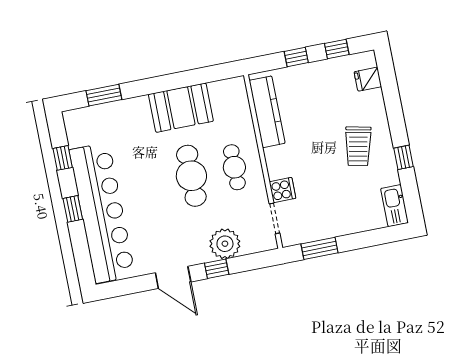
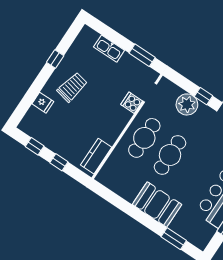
fridge: (368, 79) -> (43, 103), moved
booth: (181, 108) -> (157, 204), moved
kitchen counter: (267, 112) -> (96, 156), width x0.67
cafe table: (234, 167) -> (144, 138), width x1.37, depth x1.35
kitchen sink: (395, 206) -> (109, 49), moved, turned 90

